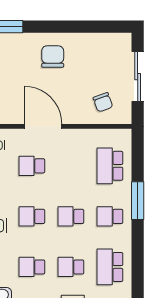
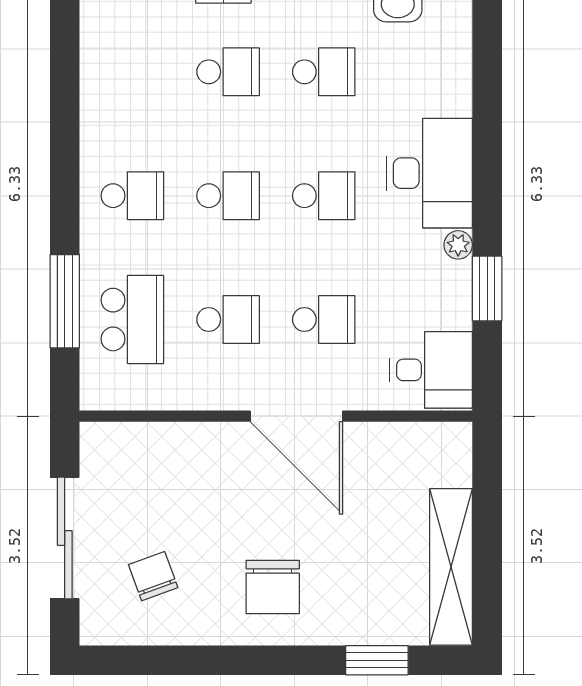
chair: (103, 102) -> (153, 576), moved
window: (138, 201) -> (65, 301), moved
school desk: (110, 267) -> (228, 320), moved, width x0.54

